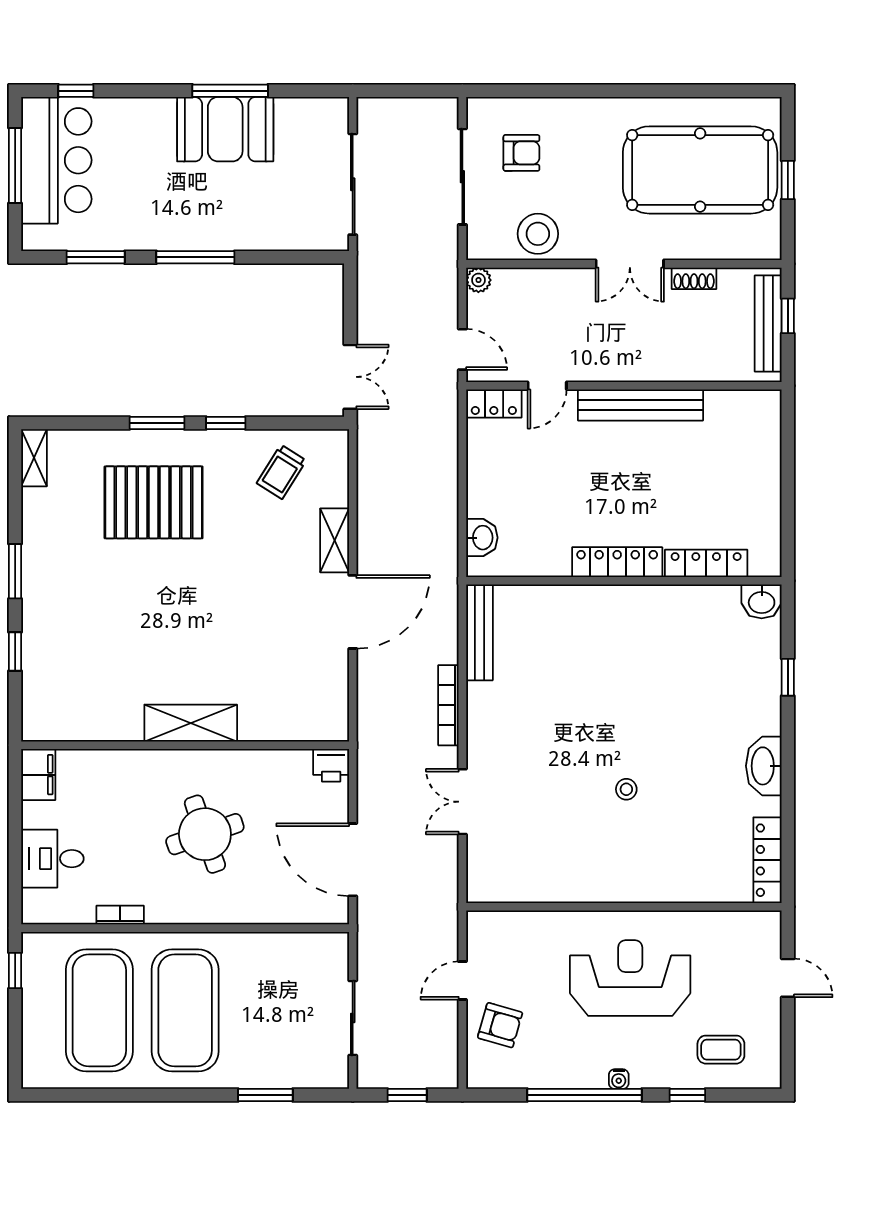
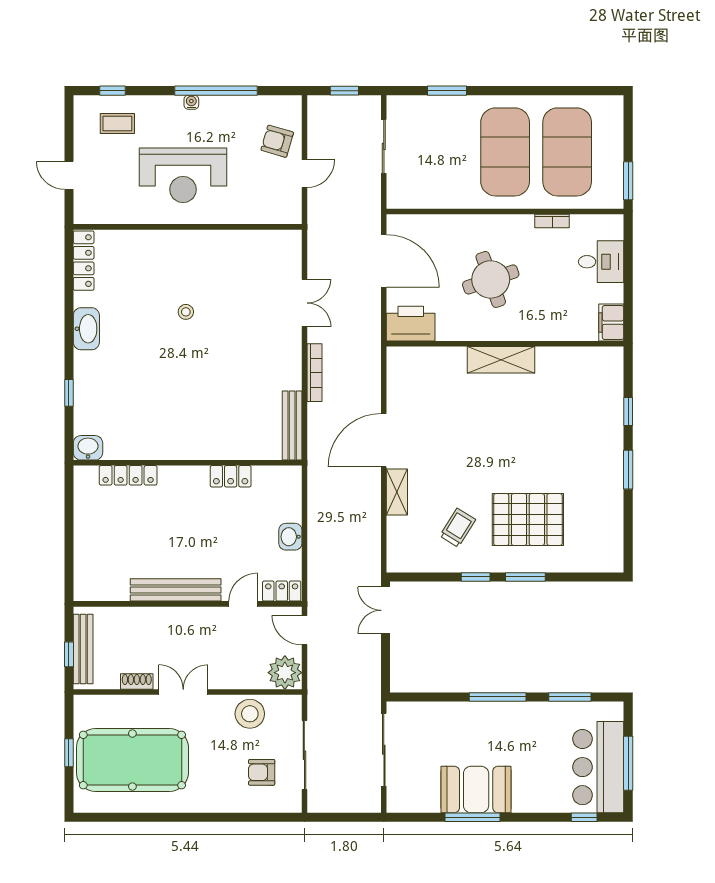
plant: (478, 280) -> (285, 673), width x1.88, depth x1.88
shelving: (34, 458) -> (614, 552), removed
trolley: (281, 472) -> (458, 528), moved
washbasin: (482, 538) -> (290, 537), moved
locker: (617, 562) -> (231, 476), moved, width x0.66
printer: (331, 765) -> (411, 324), width x1.87, depth x1.48
window: (15, 970) -> (628, 181), width x1.50
window: (687, 1095) -> (113, 91), moved

